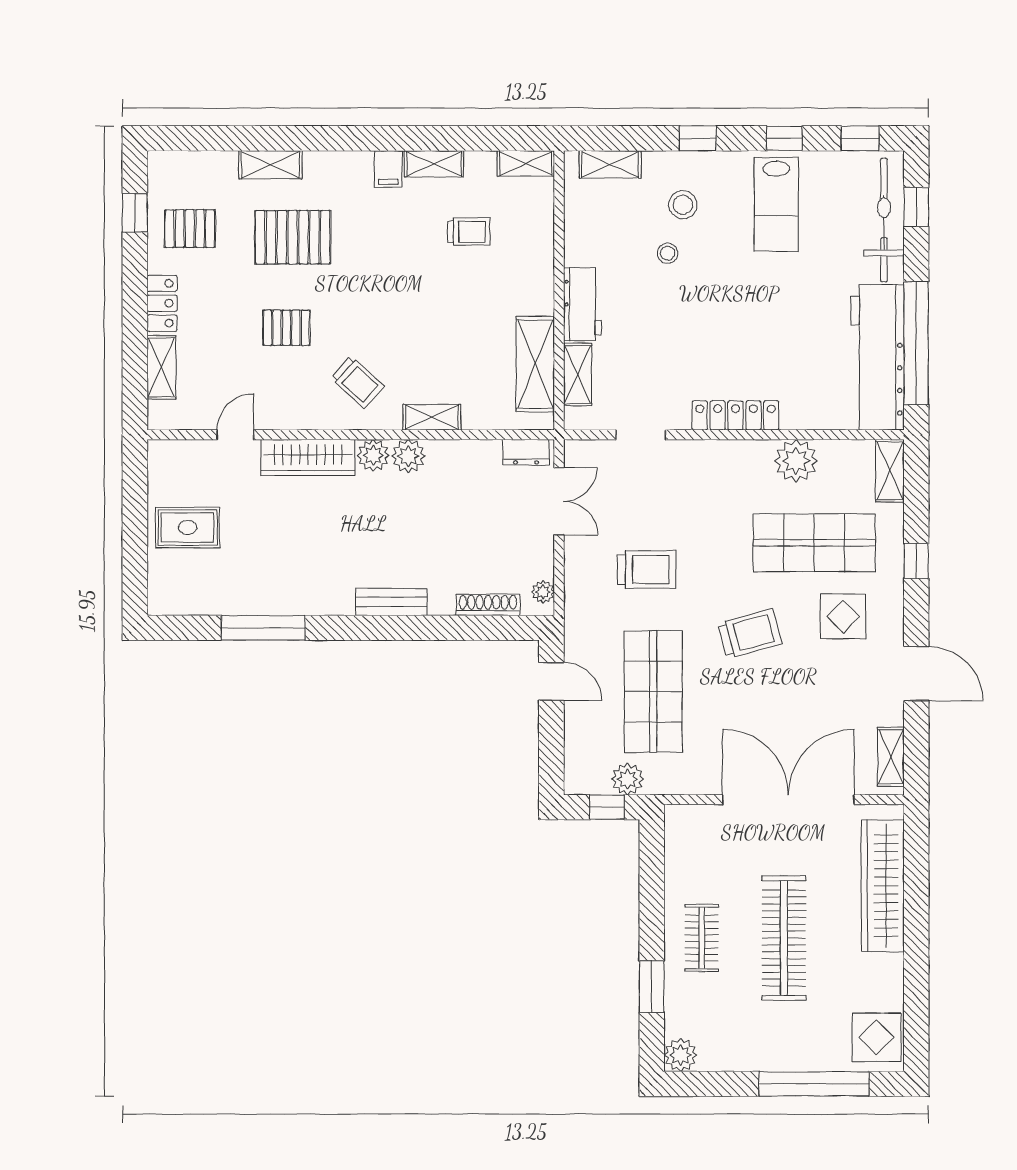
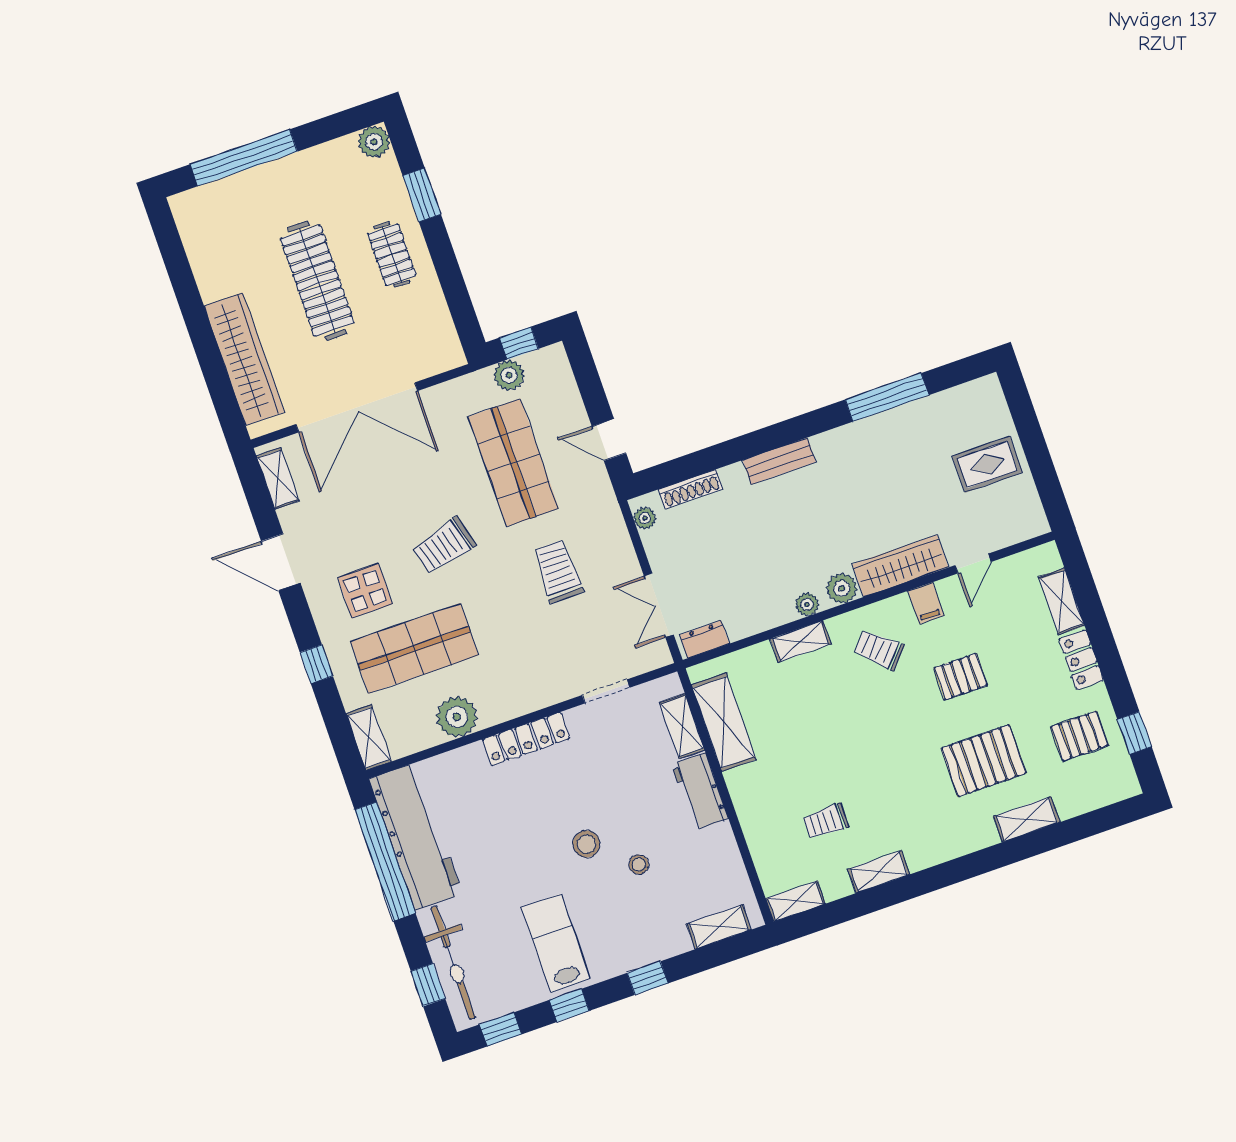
filing cabinet: (388, 169) -> (926, 603), moved, turned 180
stool: (683, 205) -> (586, 844), moved
plant: (408, 456) -> (807, 604), width x0.73, depth x0.73
trolley: (647, 569) -> (558, 571), turned 90
display table: (877, 1037) -> (202, 220), removed

